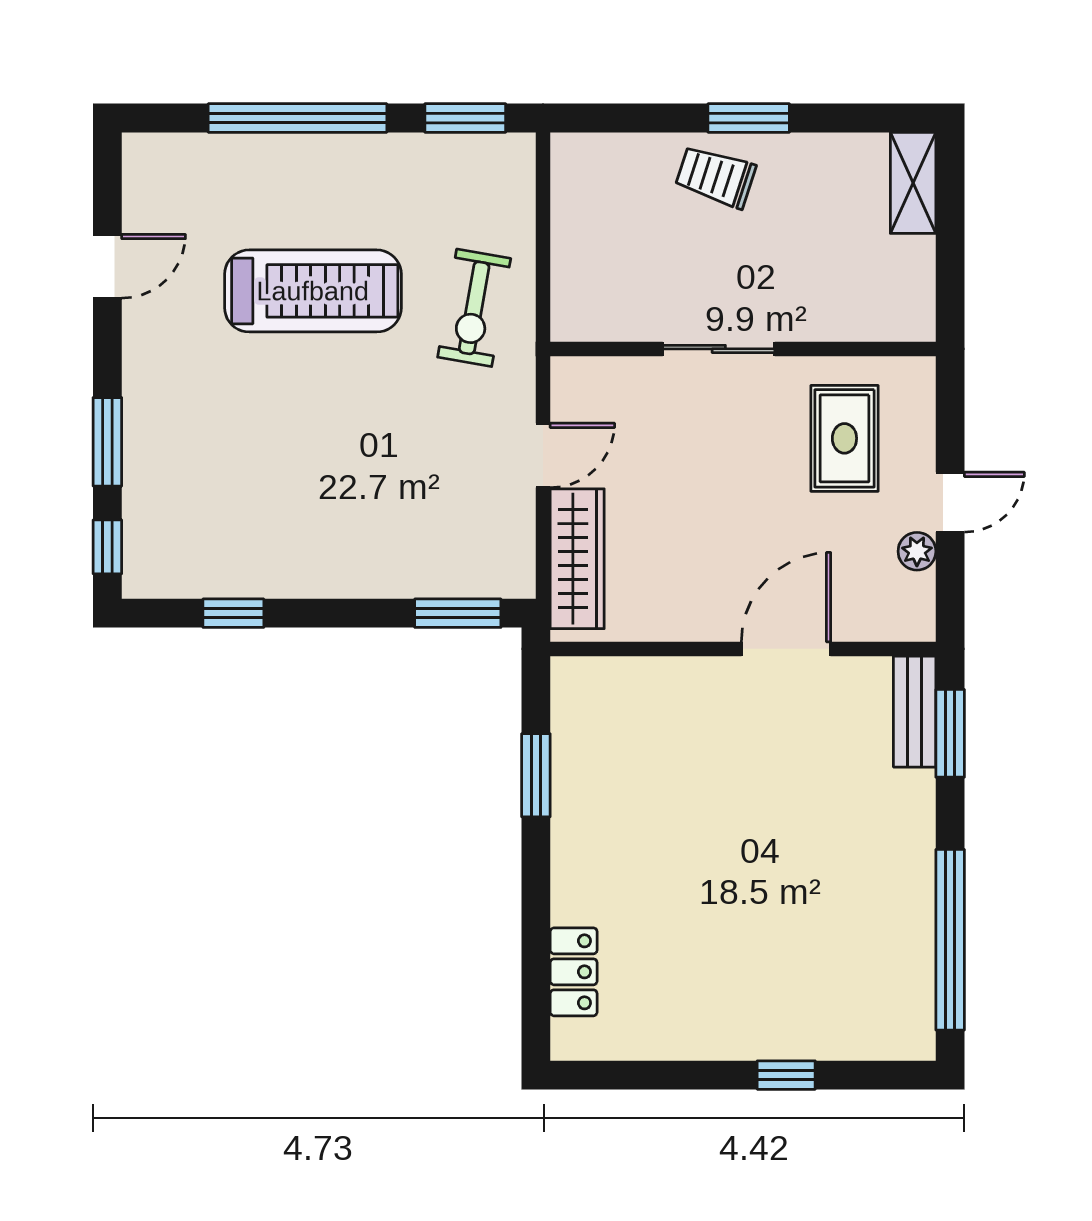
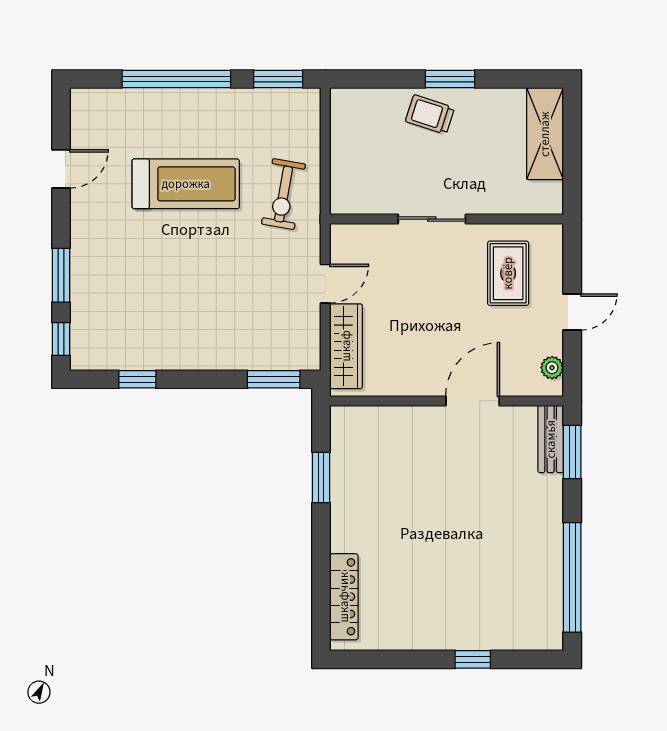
shelving: (913, 183) -> (545, 134), width x1.50, depth x1.33
plant: (917, 551) -> (552, 368), moved
locker: (574, 972) -> (344, 597), width x1.53

